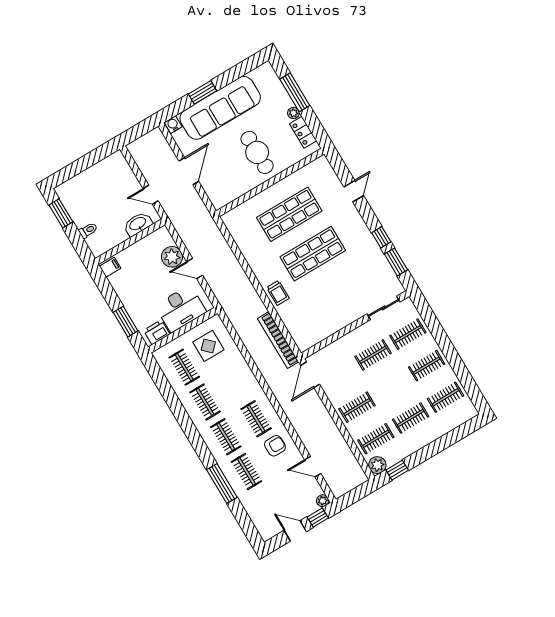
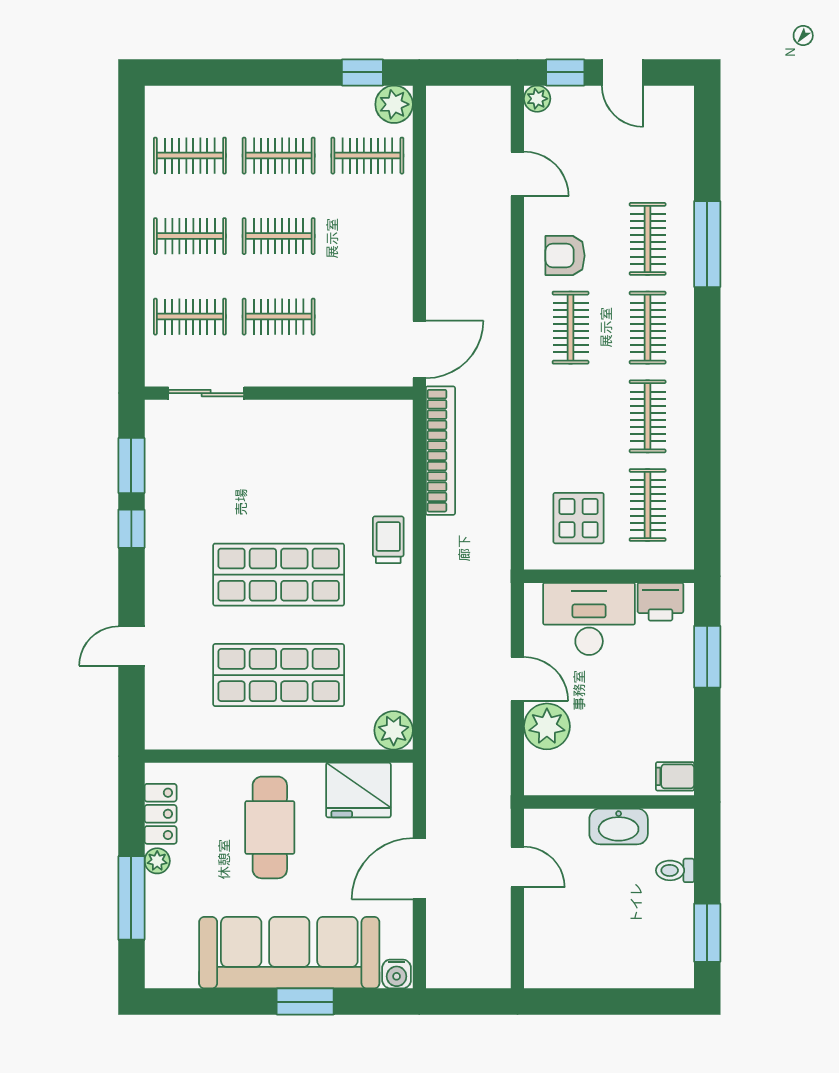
fridge: (231, 188) -> (358, 790), added
plant: (231, 219) -> (394, 730), added
washbasin: (138, 224) -> (619, 826), moved
clothes rail: (357, 407) -> (279, 236), moved

